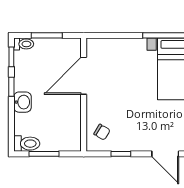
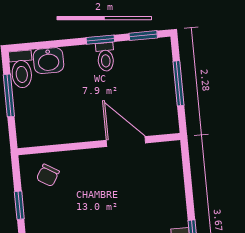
toilet: (24, 44) -> (105, 57), moved
door: (84, 76) -> (126, 142), width x0.73
washbasin: (22, 102) -> (48, 61), moved

